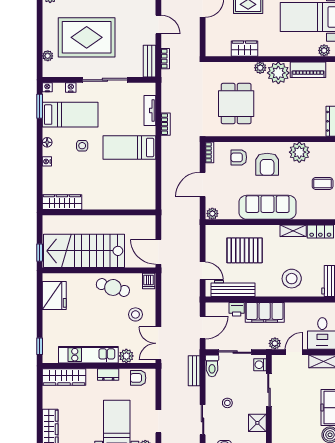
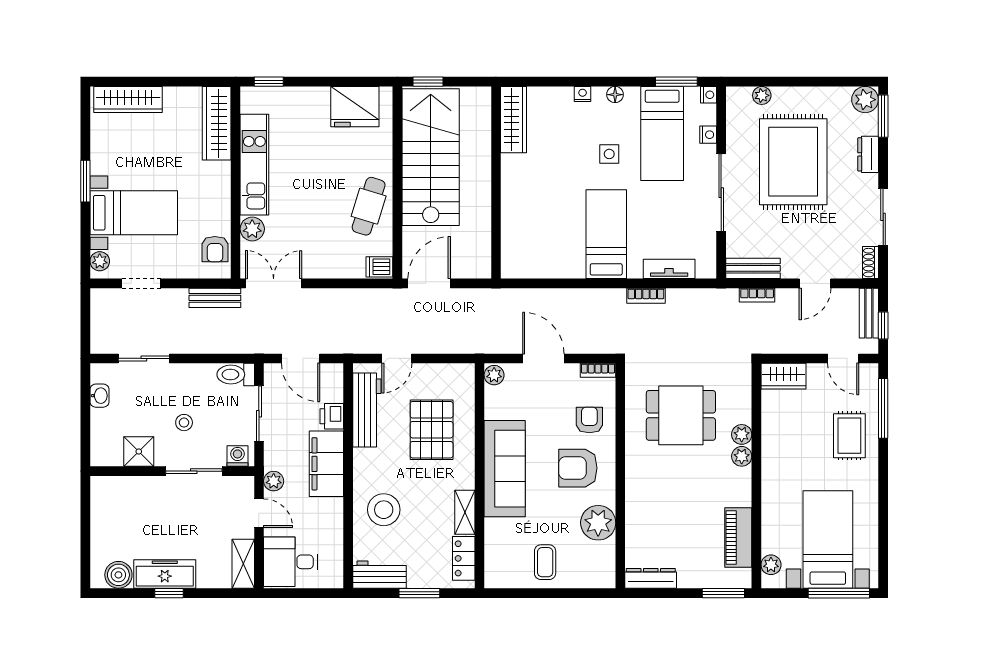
wardrobe: (245, 49) -> (783, 376), moved, turned 90
plant: (278, 73) -> (742, 434), moved, width x0.53, depth x0.53
stool: (135, 314) -> (323, 245), removed
bench: (194, 371) -> (215, 298), moved
dresser: (108, 375) -> (221, 198), removed
armchair: (138, 378) -> (215, 249), turned 180
stool: (227, 403) -> (184, 423), moved

